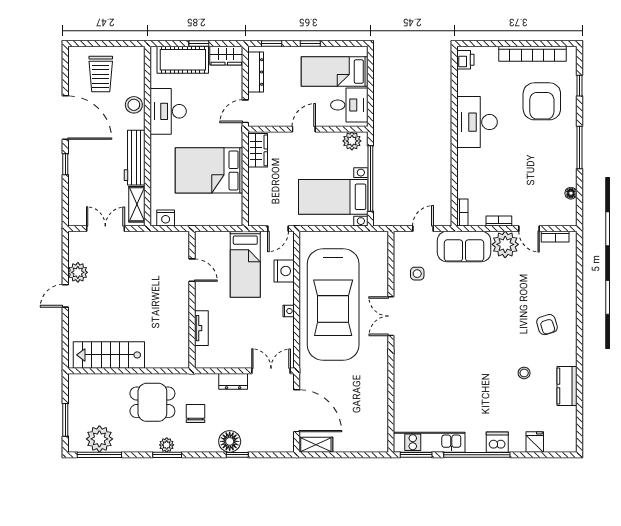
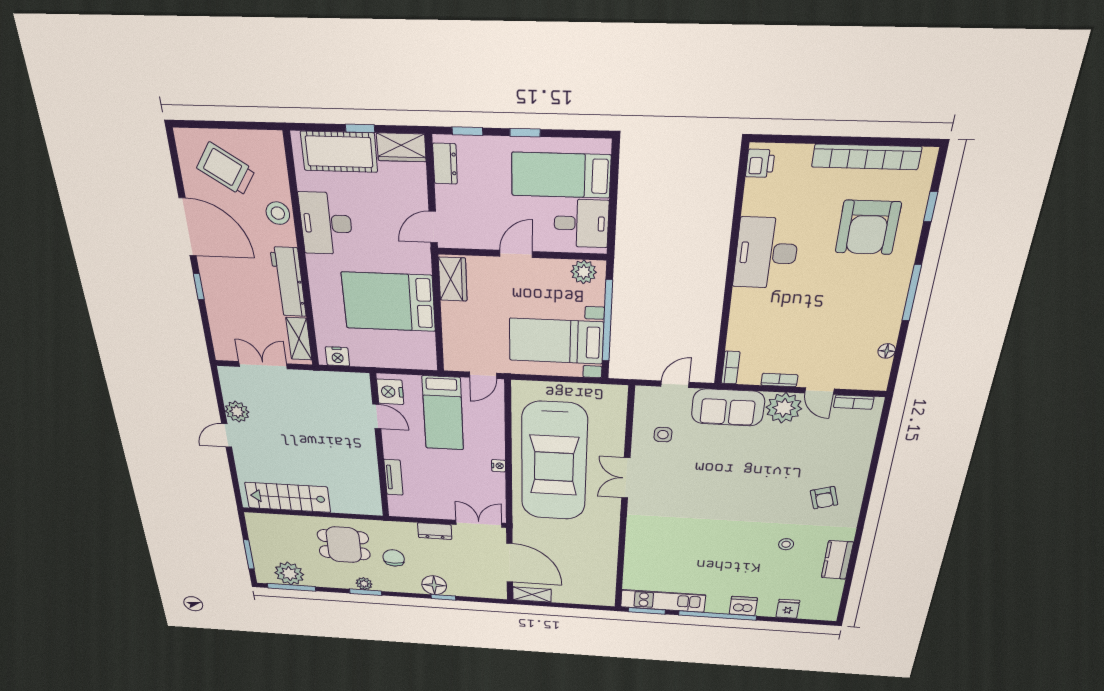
dresser: (256, 72) -> (445, 164), width x0.70
trolley: (101, 74) -> (226, 169), turned 123
nightstand: (284, 271) -> (390, 392), moved, turned 180

